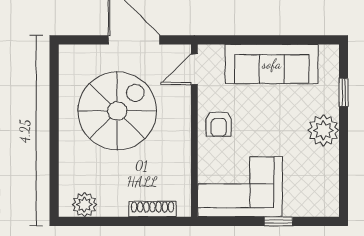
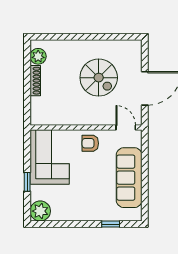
spiral stairs: (117, 111) -> (99, 78), width x0.73, depth x0.73
plant: (323, 130) -> (40, 211), moved
shoe rack: (152, 209) -> (35, 81), moved

